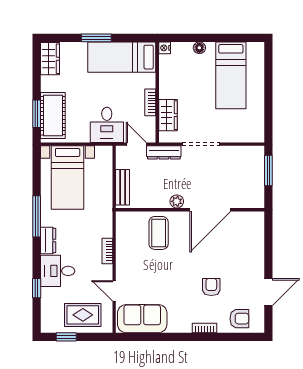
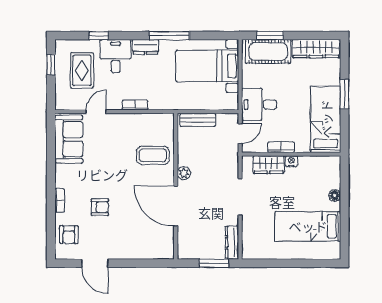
nightstand: (165, 48) -> (291, 161), moved
wardrobe: (50, 59) -> (316, 49), width x1.50
dresser: (164, 152) -> (232, 242), moved
rug: (83, 315) -> (82, 70), moved

